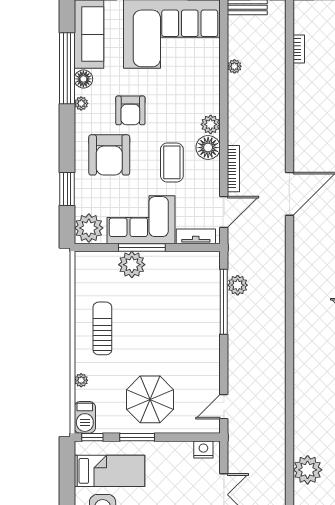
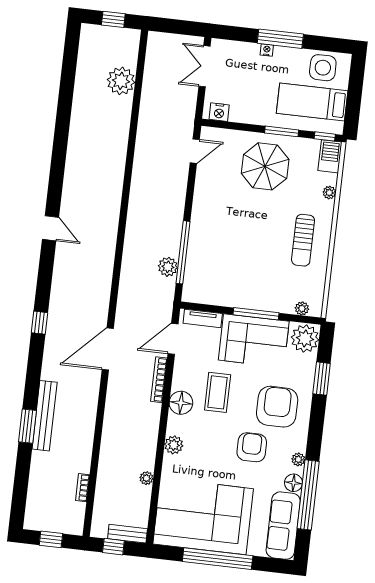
plant: (211, 124) -> (174, 445), moved
plant: (132, 265) -> (302, 308), moved, width x0.53, depth x0.53

